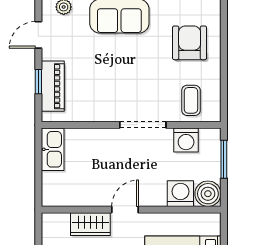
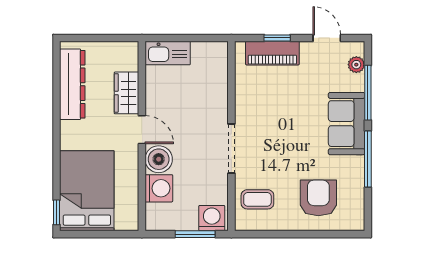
armchair: (190, 43) -> (318, 198), turned -90
washing machine: (186, 140) -> (212, 218), moved, turned 90
kitchen sink: (53, 149) -> (168, 53), moved
boiler: (208, 194) -> (159, 159), moved

